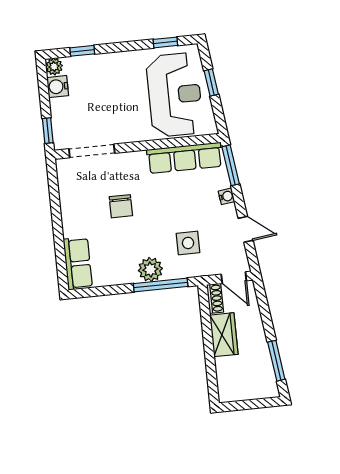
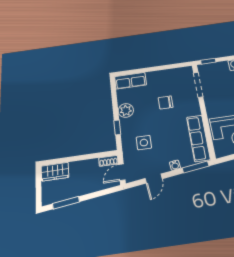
plant: (150, 270) -> (126, 110), moved
window: (161, 285) -> (117, 127), width x0.46
wardrobe: (224, 335) -> (55, 172), moved

